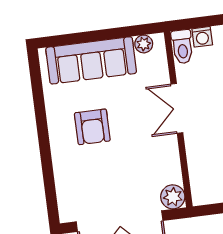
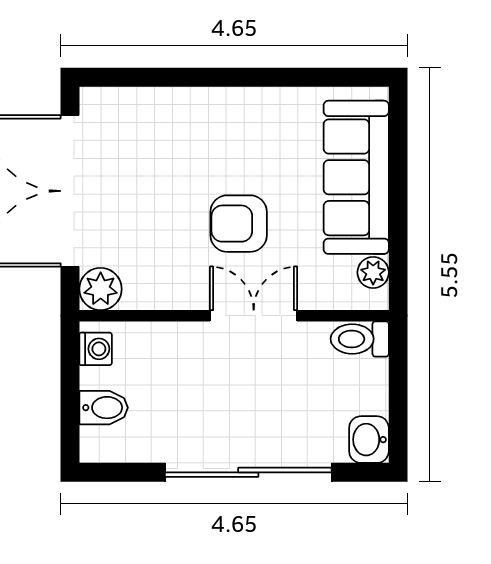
washing machine: (202, 37) -> (96, 349), moved, turned 180
armchair: (92, 127) -> (239, 224), moved

